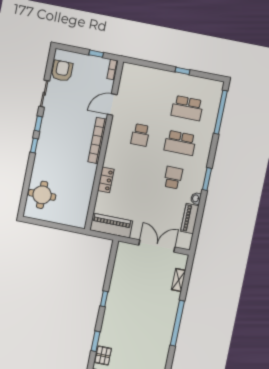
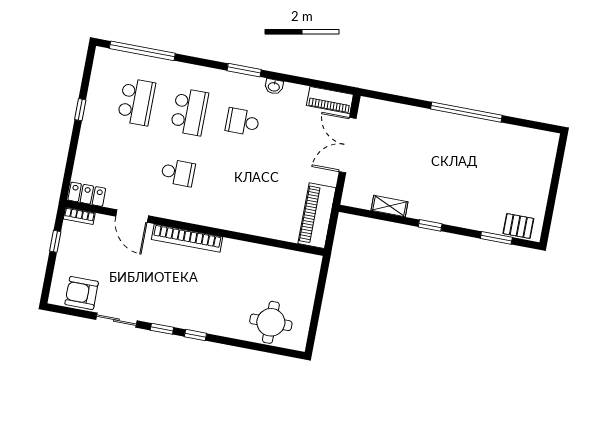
locker: (106, 180) -> (87, 194), moved
piano: (190, 219) -> (330, 100), moved
shelving: (179, 280) -> (389, 206), moved

